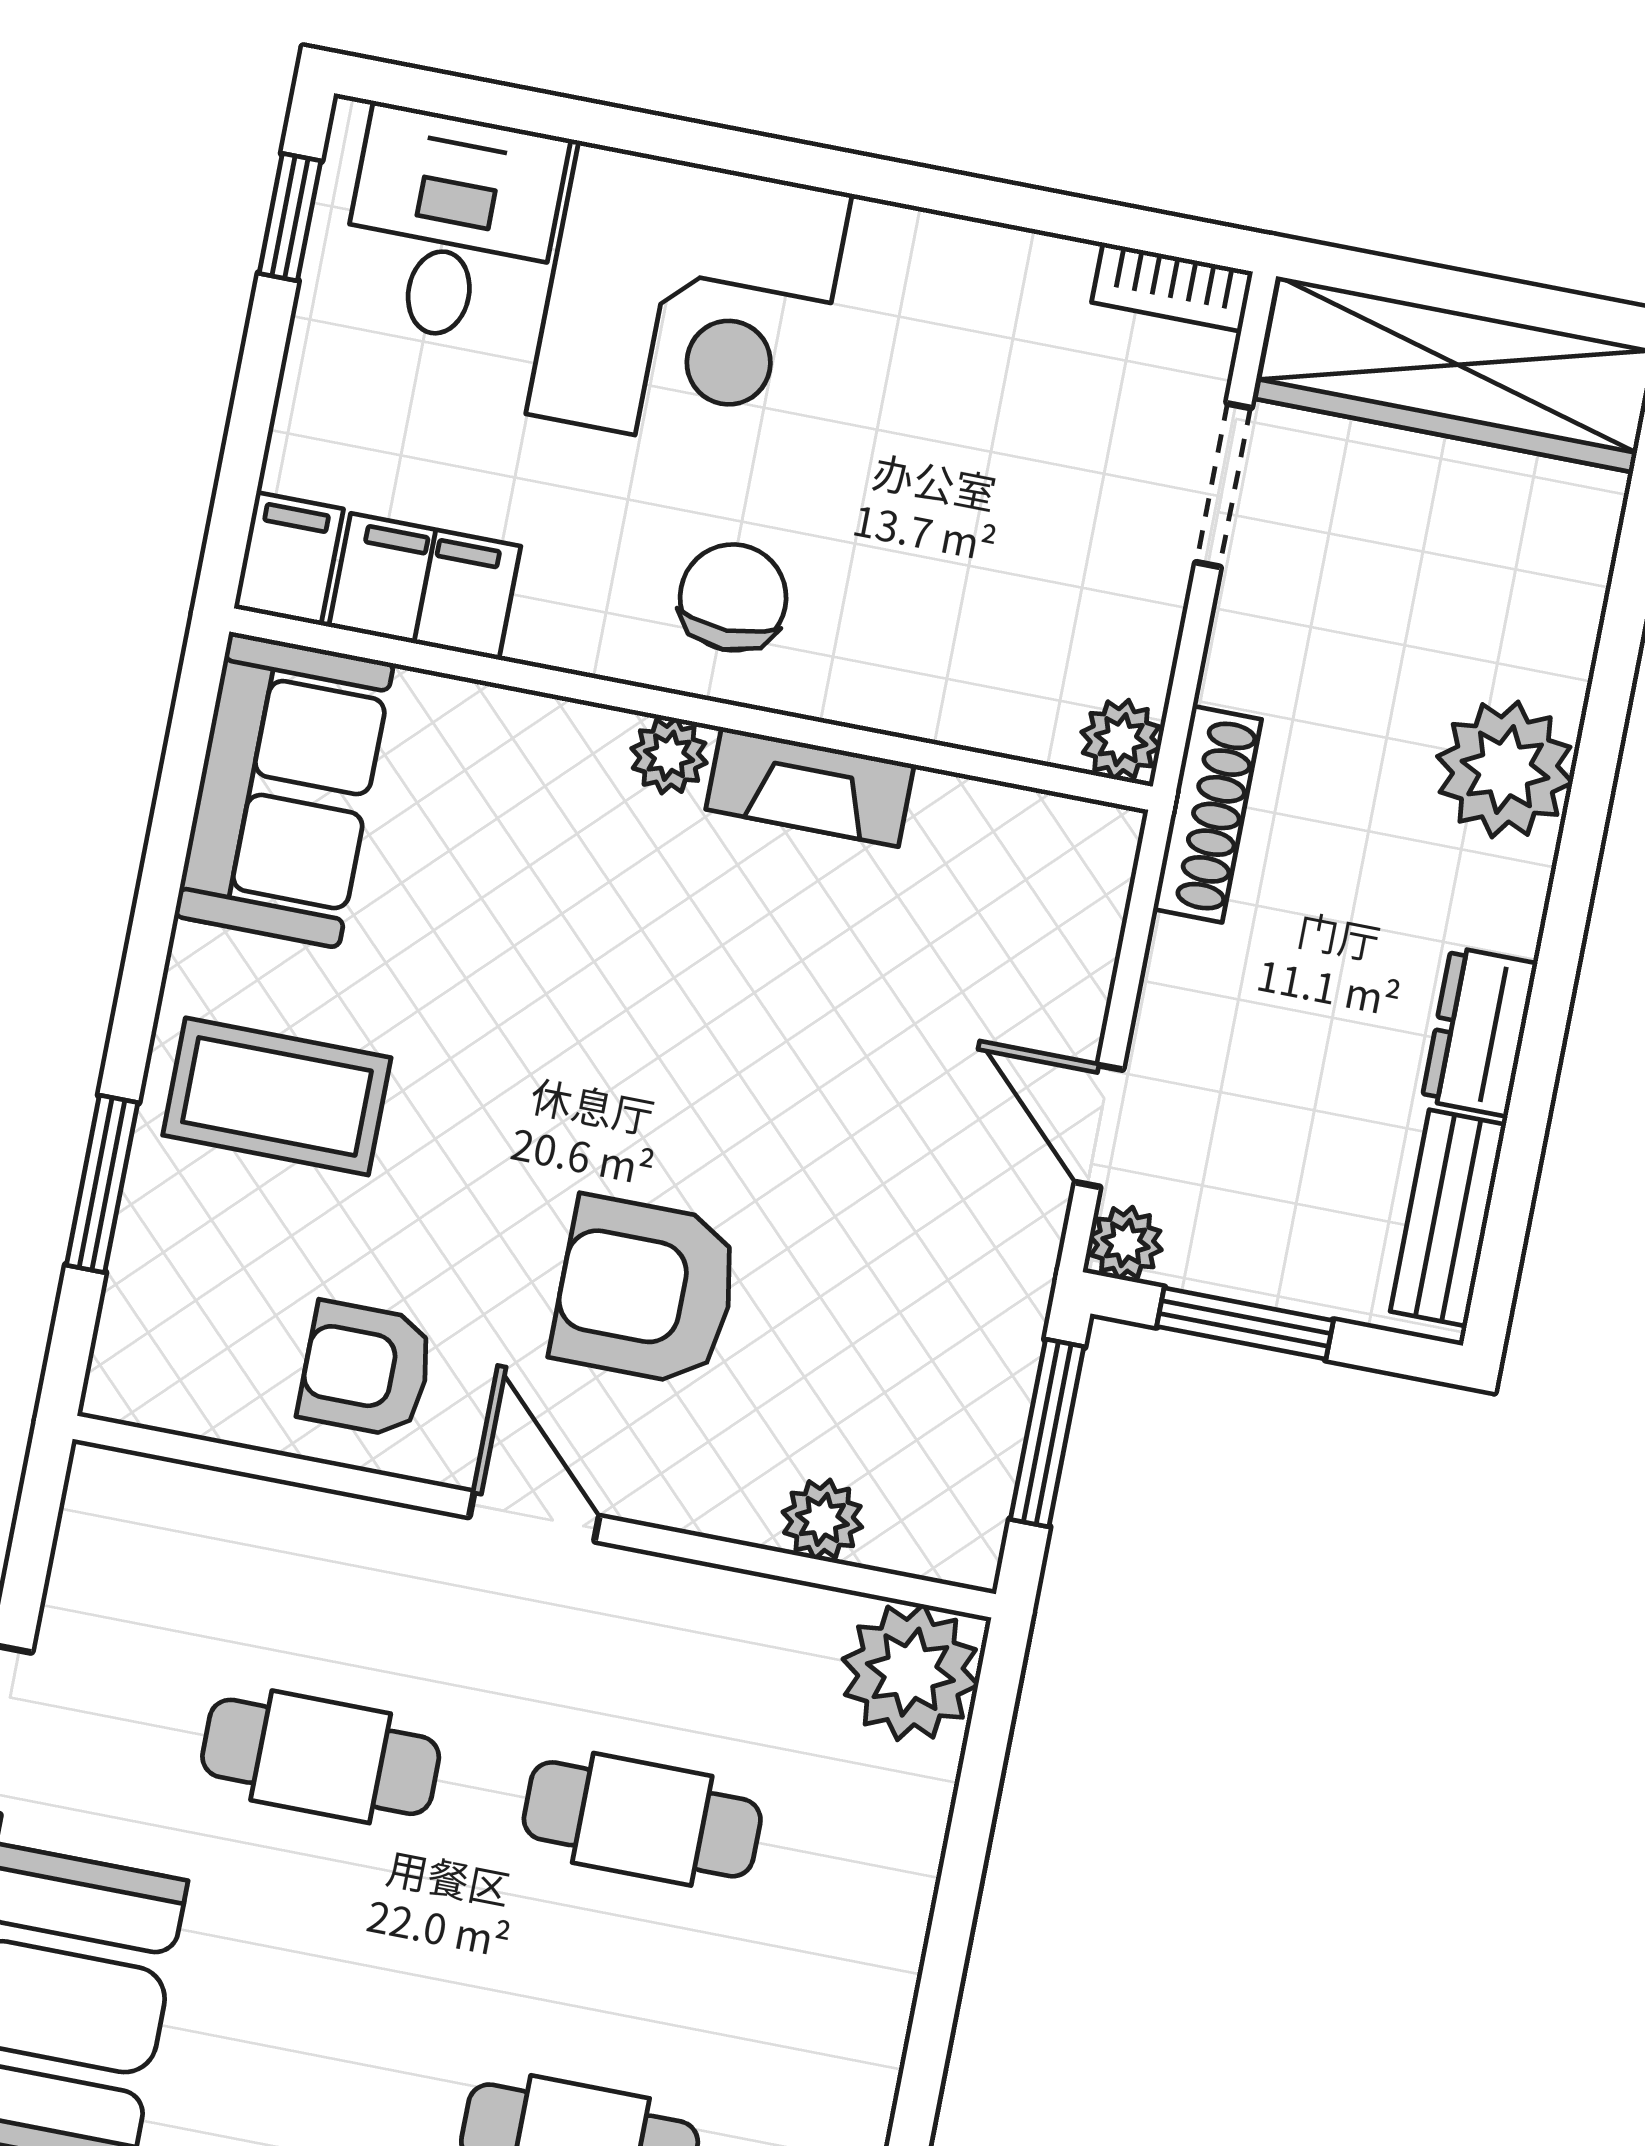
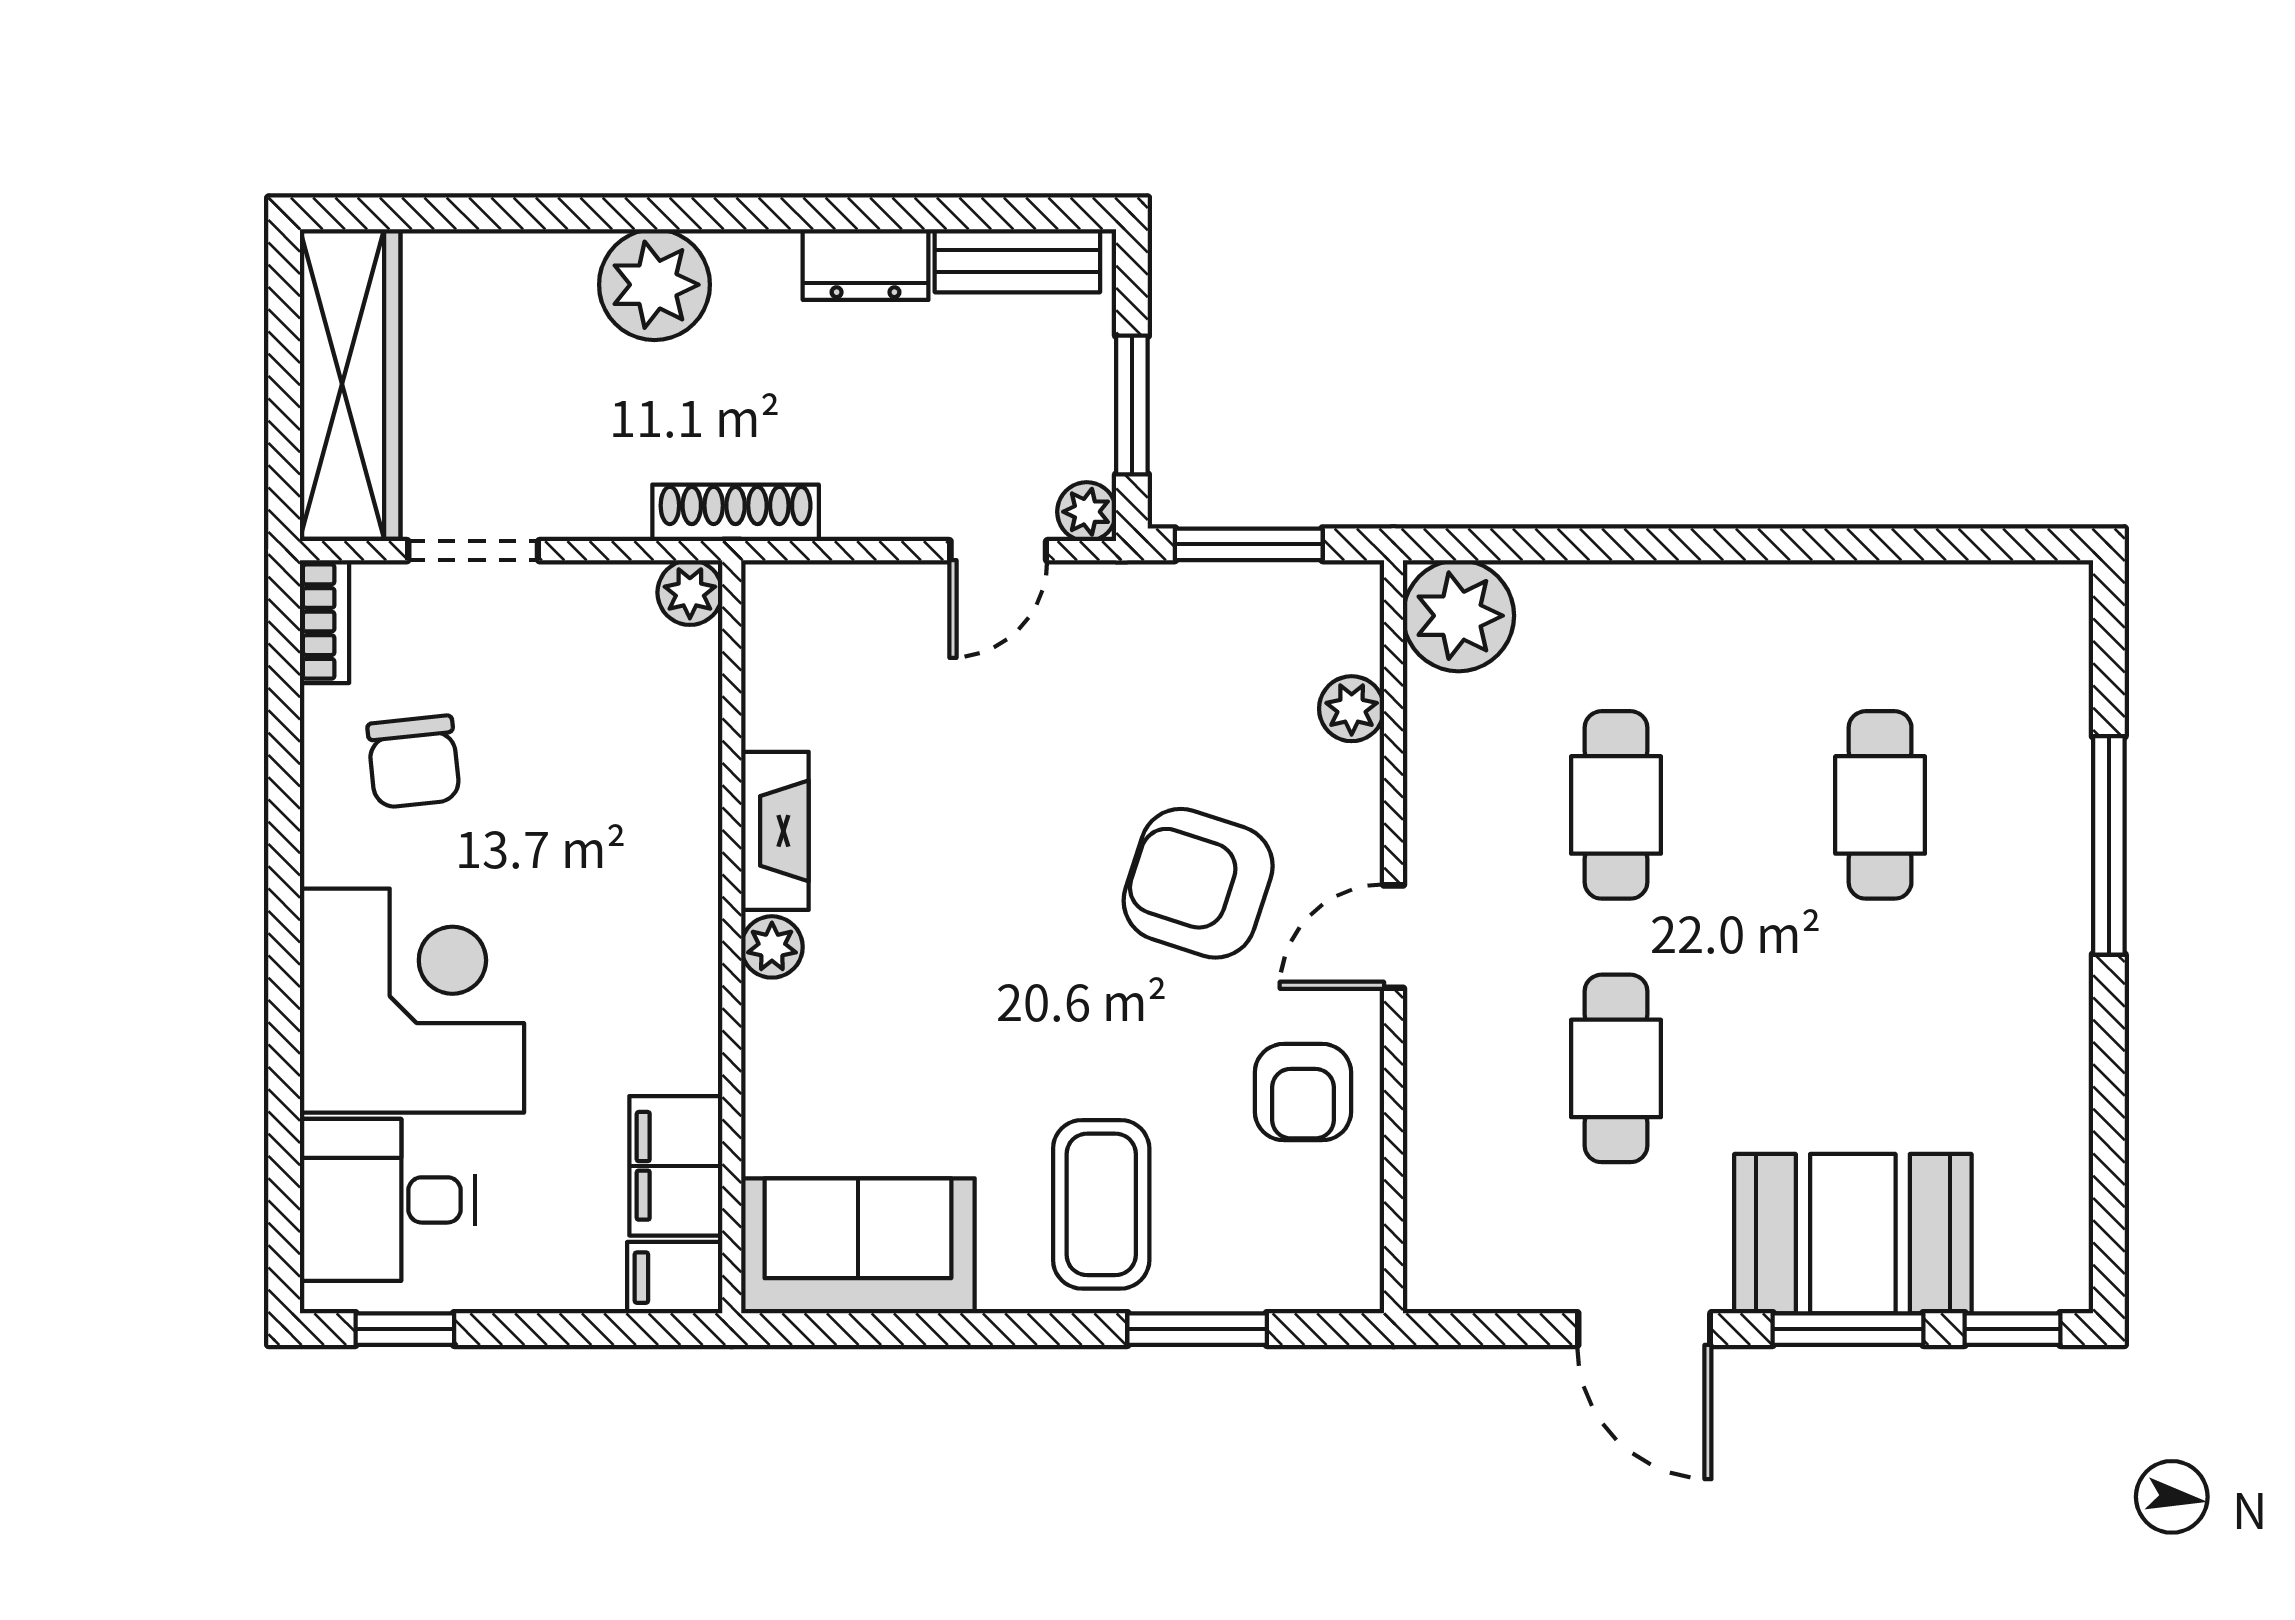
chair: (733, 597) -> (414, 762), moved, turned -96
armchair: (646, 1291) -> (1198, 883), turned 108

